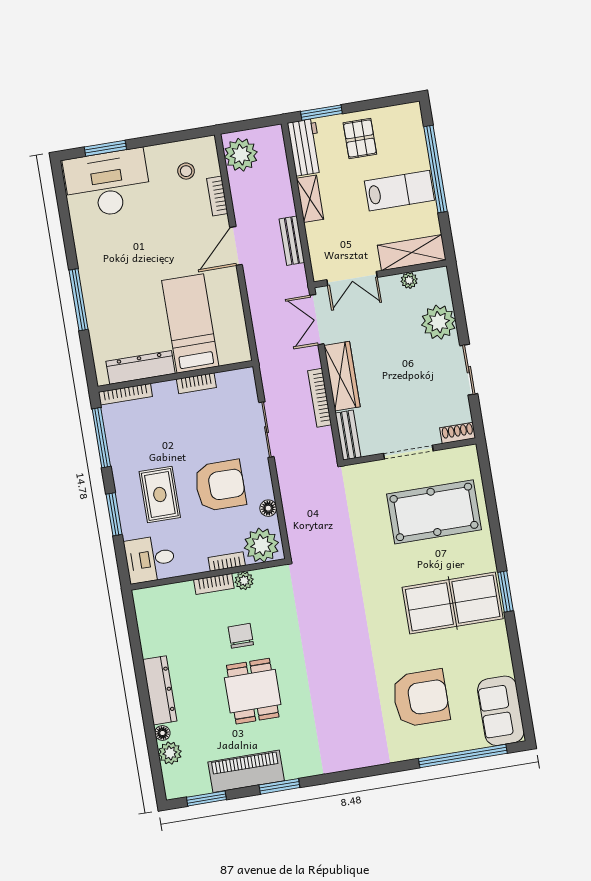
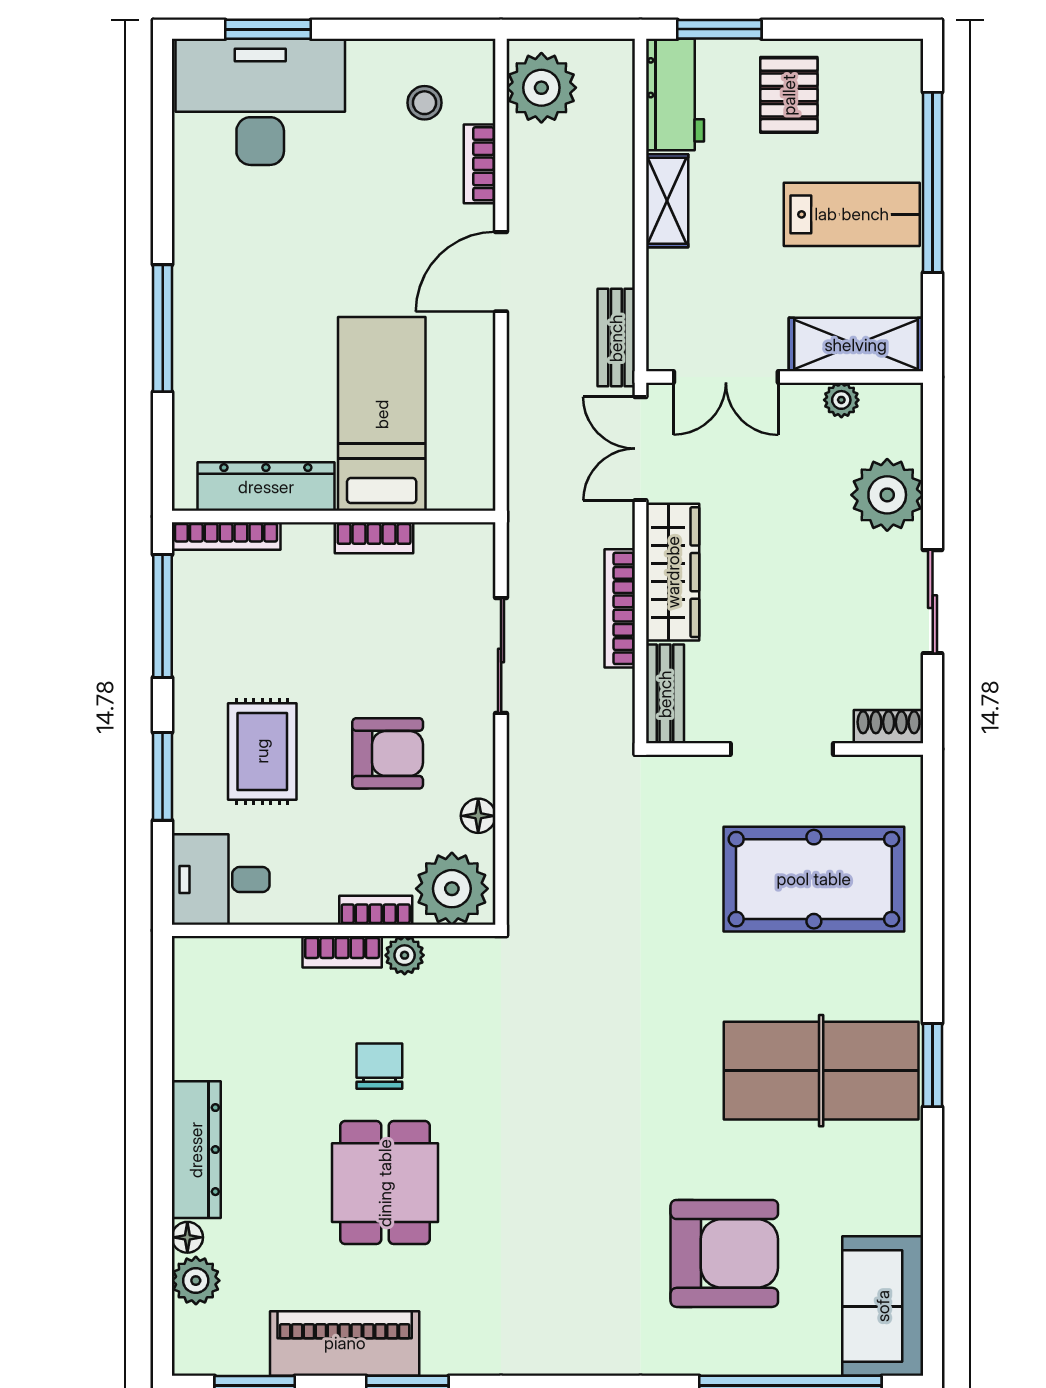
bench: (292, 241) -> (616, 338), moved
armchair: (220, 485) -> (388, 753), width x0.73, depth x0.73

